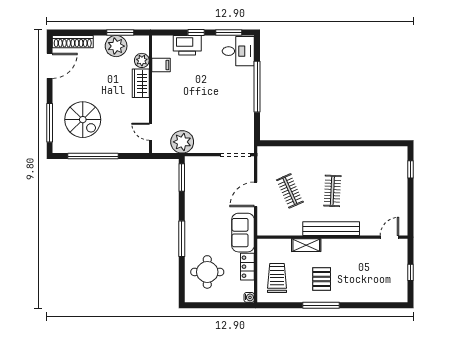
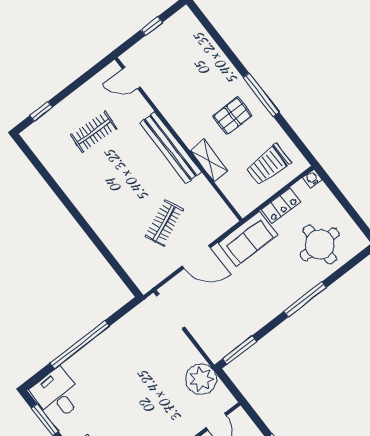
clothes rail: (332, 191) -> (94, 132), moved

